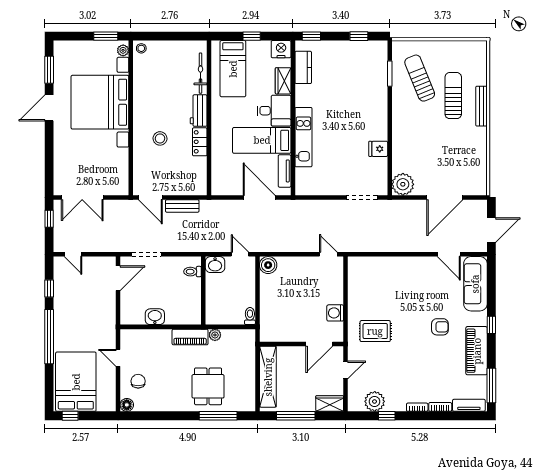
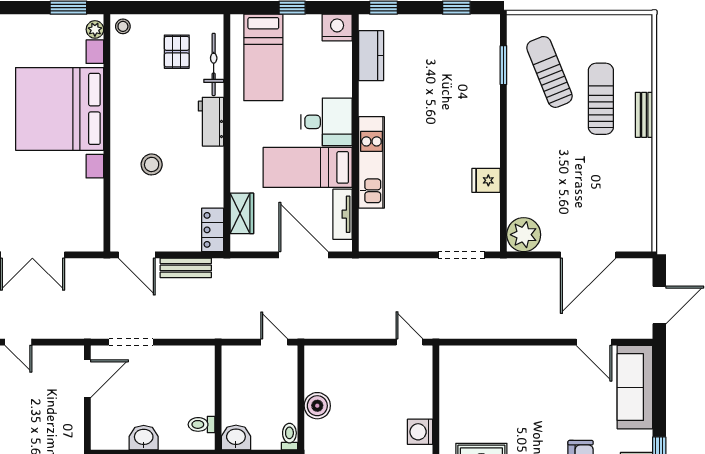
pallet: (176, 65) -> (177, 52), added
wardrobe: (283, 81) -> (242, 213), moved, turned 180
bench: (481, 106) -> (644, 115), width x0.73
locker: (200, 142) -> (213, 230), moved
washbasin: (215, 265) -> (236, 437), moved, turned 180
boiler: (268, 265) -> (317, 406), moved
toilet: (193, 272) -> (202, 424), moved

